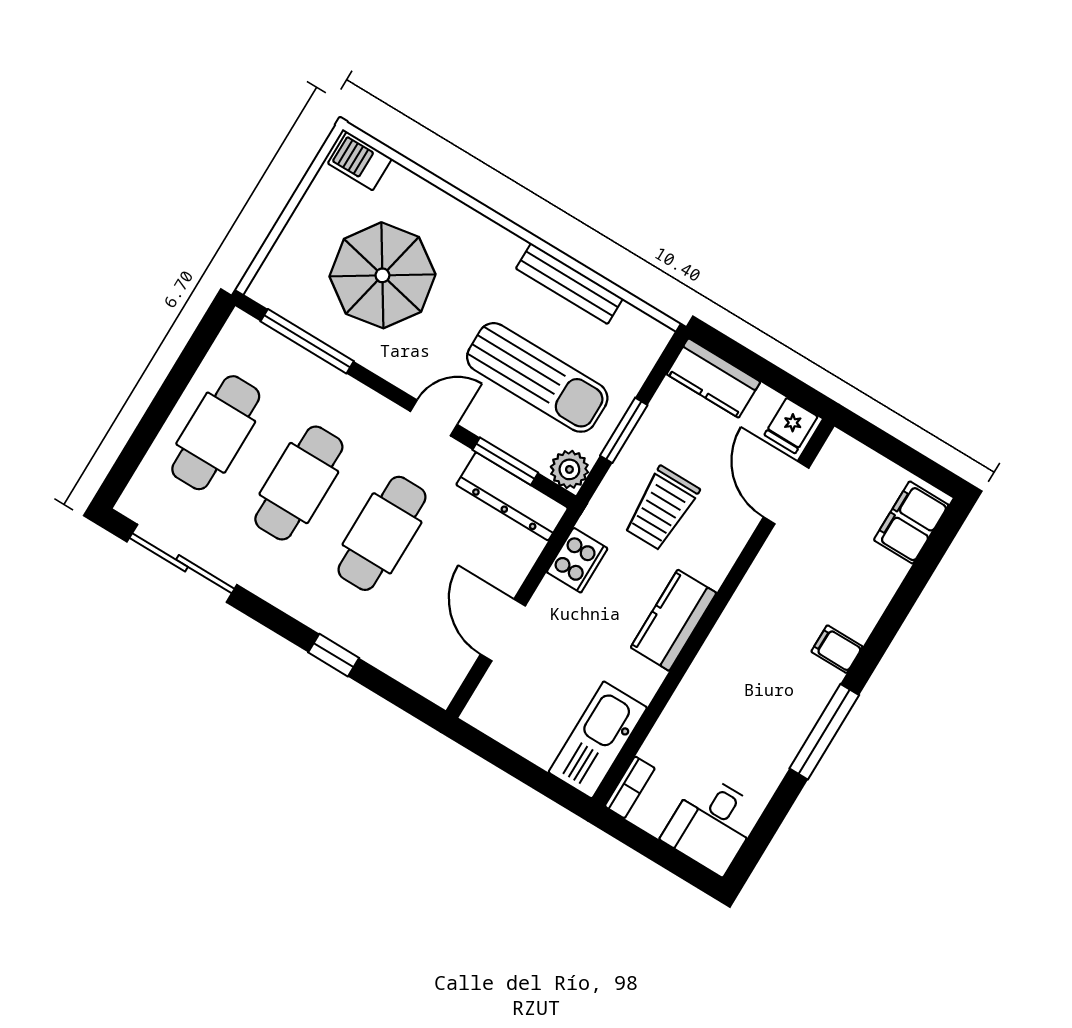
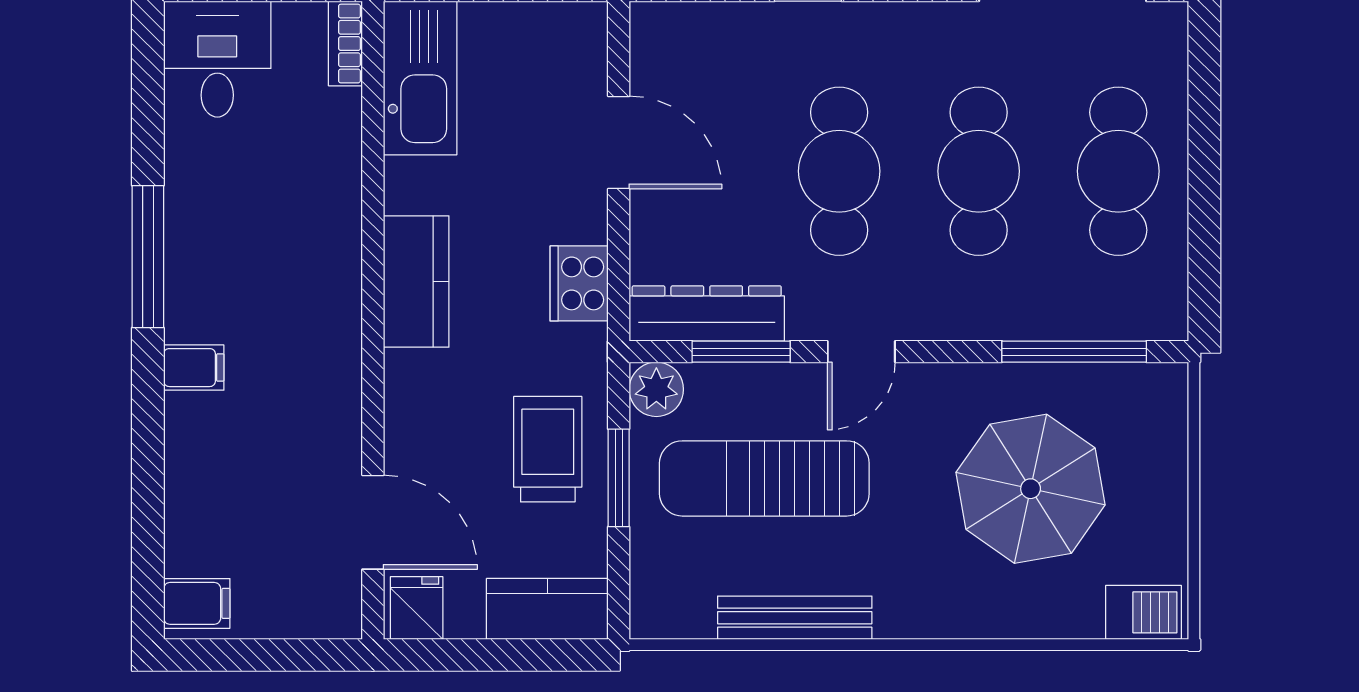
trolley: (661, 508) -> (548, 449), moved
filing cabinet: (911, 522) -> (197, 603), width x0.50

